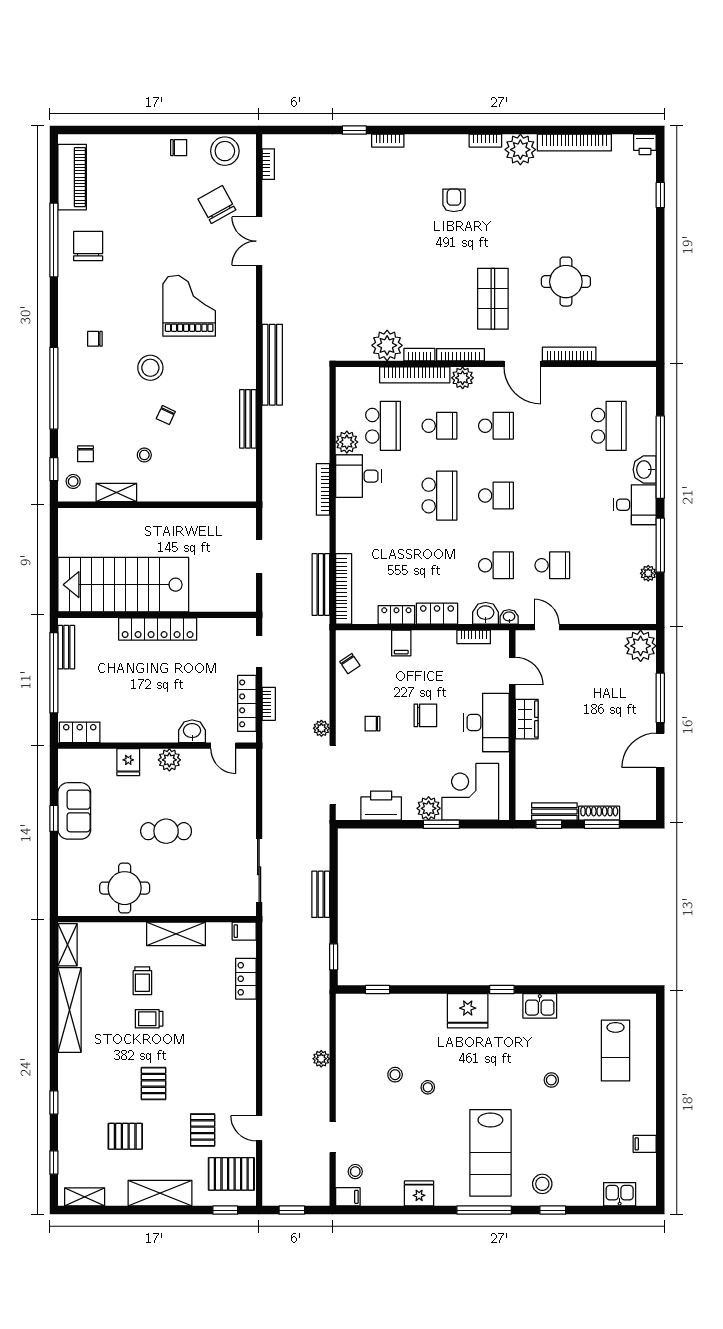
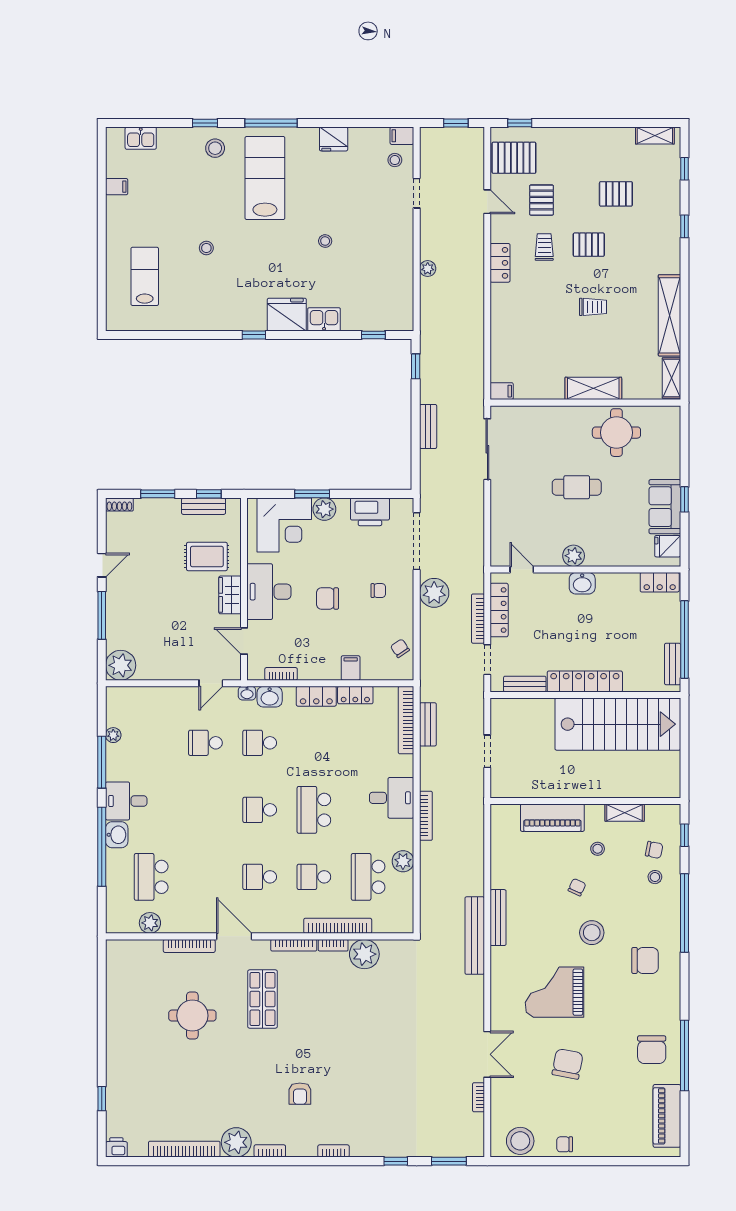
window: (299, 130) -> (449, 1161), added
bookcase: (388, 141) -> (334, 1151), moved
bookcase: (268, 164) -> (478, 1097), moved
chair: (217, 205) -> (568, 1064), moved, turned -140
grand piano: (189, 306) -> (554, 992), turned 90
chair: (95, 339) -> (645, 960), width x1.87, depth x1.87
plant: (463, 378) -> (150, 923), moved
bench: (248, 419) -> (498, 918), moved
chair: (86, 454) -> (654, 850), turned 101
desk: (359, 476) -> (392, 798), moved
stool: (73, 481) -> (655, 877), moved
piano: (191, 487) -> (552, 818), added
bench: (321, 584) -> (428, 724), width x0.73
bench: (220, 626) -> (525, 684), added
door: (547, 627) -> (211, 683), hinge flipped
bookcase: (269, 704) -> (478, 619), width x1.56
plant: (321, 728) -> (434, 593), width x1.87, depth x1.87
washbasin: (192, 731) -> (582, 583), moved
door: (660, 750) -> (102, 565), width x0.73
rug: (551, 759) -> (207, 557), added
fridge: (128, 762) -> (668, 546), moved, turned -90
shoe rack: (599, 813) -> (119, 505), moved, width x0.70
shelving: (176, 934) -> (593, 388), moved
locker: (246, 979) -> (500, 263), moved
trolley: (142, 981) -> (544, 247), moved
kitchen sink: (540, 1006) -> (324, 319), moved
stool: (395, 1075) -> (357, 253), removed
pallet: (154, 1084) -> (589, 245), turned 90
shelving: (160, 1193) -> (583, 139), removed

